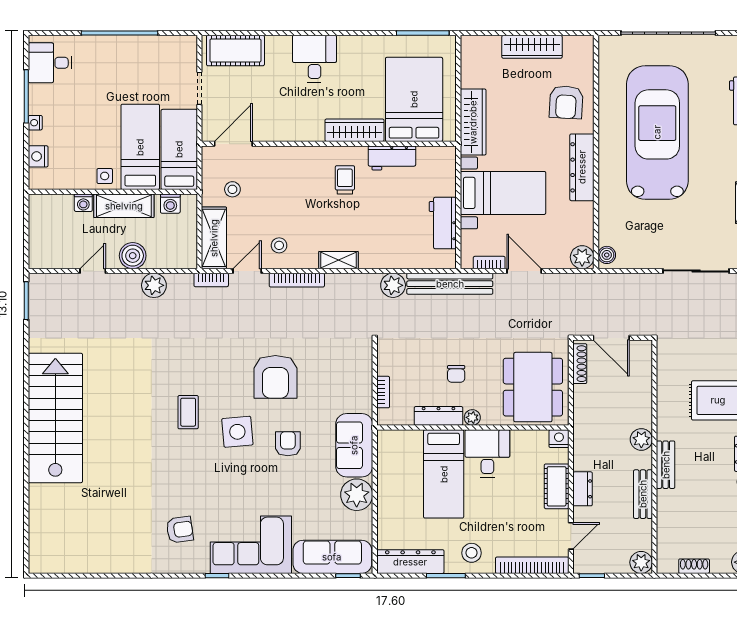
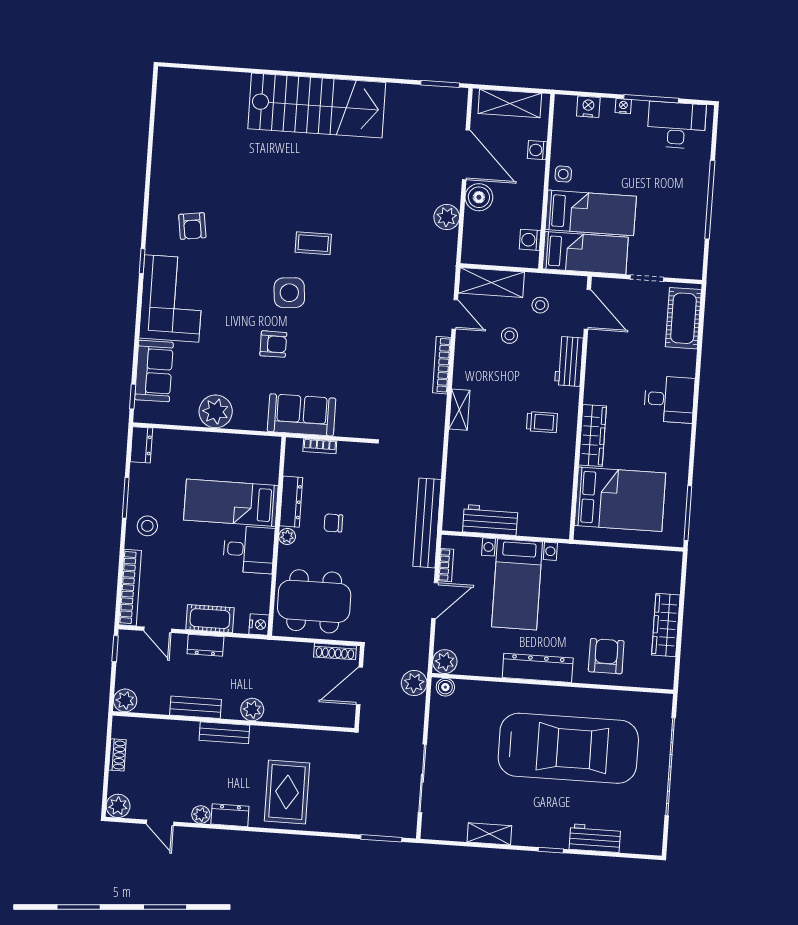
desk: (50, 63) -> (676, 125), width x1.37
armchair: (566, 102) -> (606, 656), turned 87
wardrobe: (473, 122) -> (592, 559), removed
workbench: (392, 158) -> (569, 361), moved
shelving: (124, 206) -> (510, 103), moved, turned 90
stool: (279, 245) -> (509, 336), moved
door: (93, 271) -> (466, 155), width x1.88
bookcase: (211, 280) -> (448, 277), removed
plant: (393, 285) -> (414, 683), moved
armchair: (275, 377) -> (343, 336), removed
sofa: (354, 445) -> (302, 415), moved
sofa: (332, 557) -> (154, 371), width x0.73
dresser: (410, 562) -> (141, 445), width x0.51, depth x0.80

